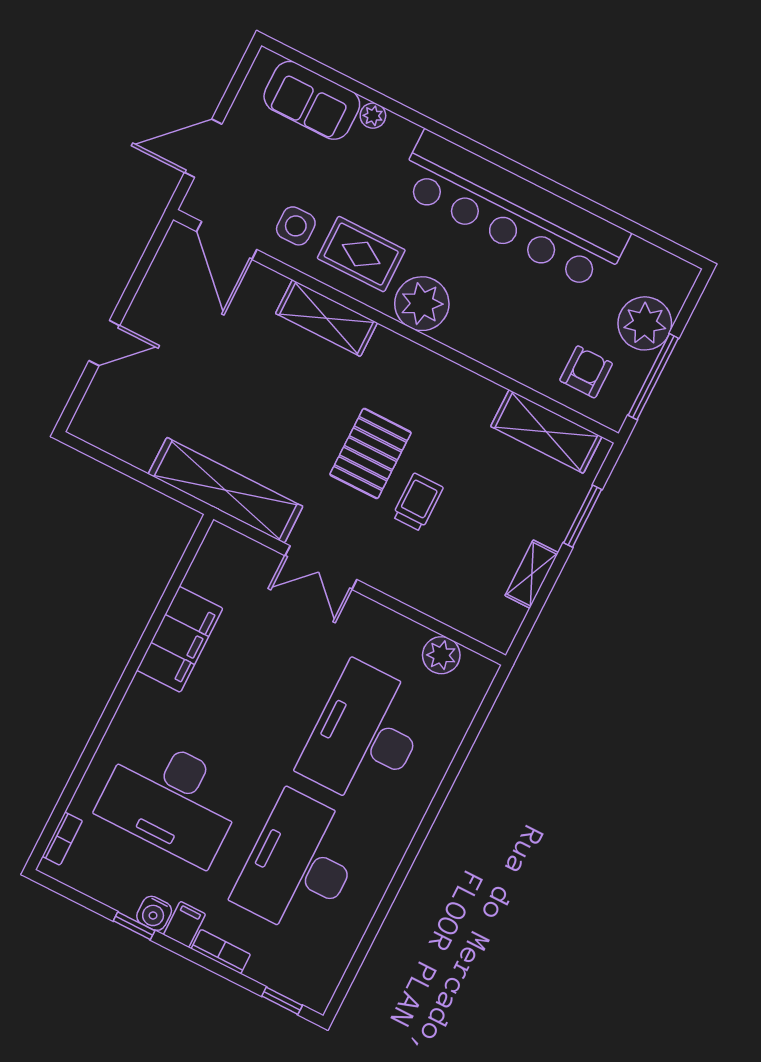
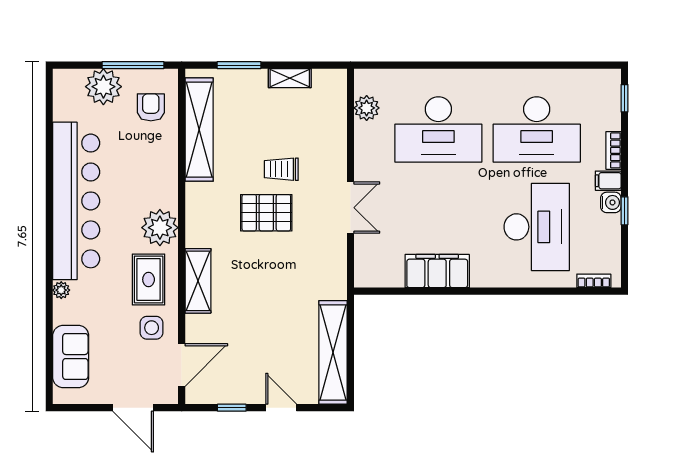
plant: (373, 116) -> (61, 290), moved
window: (137, 278) -> (232, 408), added
armchair: (586, 372) -> (151, 107), turned 90
shelving: (546, 432) -> (199, 130), width x1.47
shelving: (226, 490) -> (333, 352), moved

